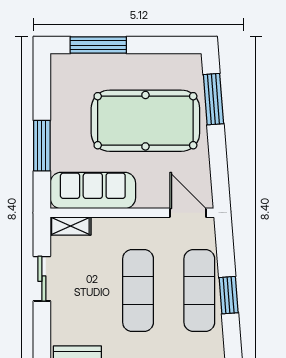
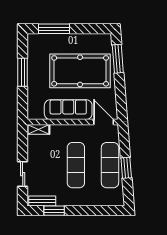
window: (42, 146) -> (23, 72), moved
sofa: (93, 191) -> (68, 110), moved
sliding door: (42, 279) -> (23, 174), moved

